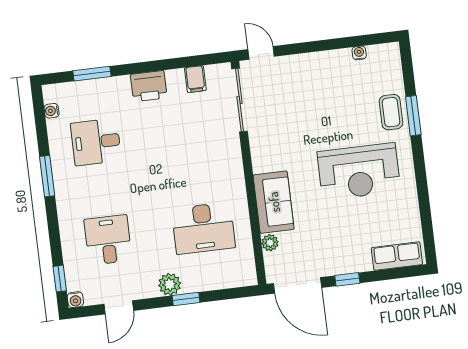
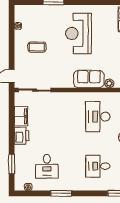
filing cabinet: (195, 79) -> (21, 116), width x2.00
coffee table: (391, 112) -> (37, 47), moved
reception desk: (359, 171) -> (78, 33), turned 180
desk: (203, 228) -> (98, 117), turned 180

